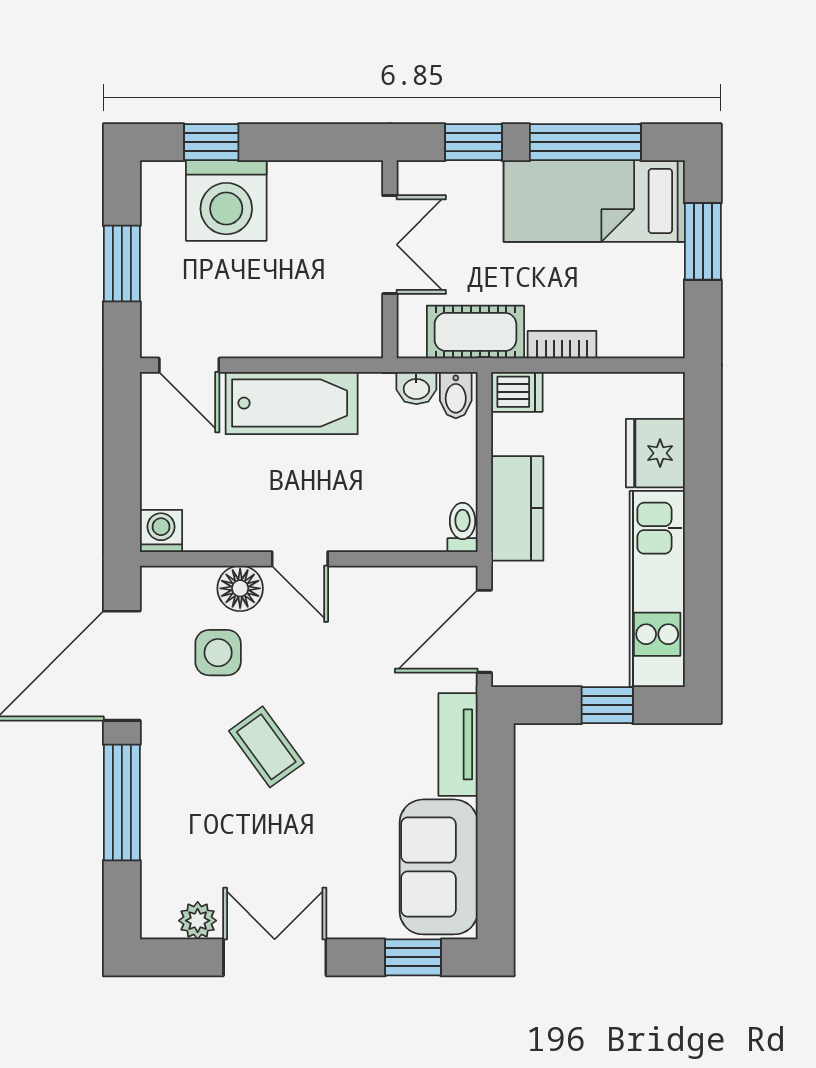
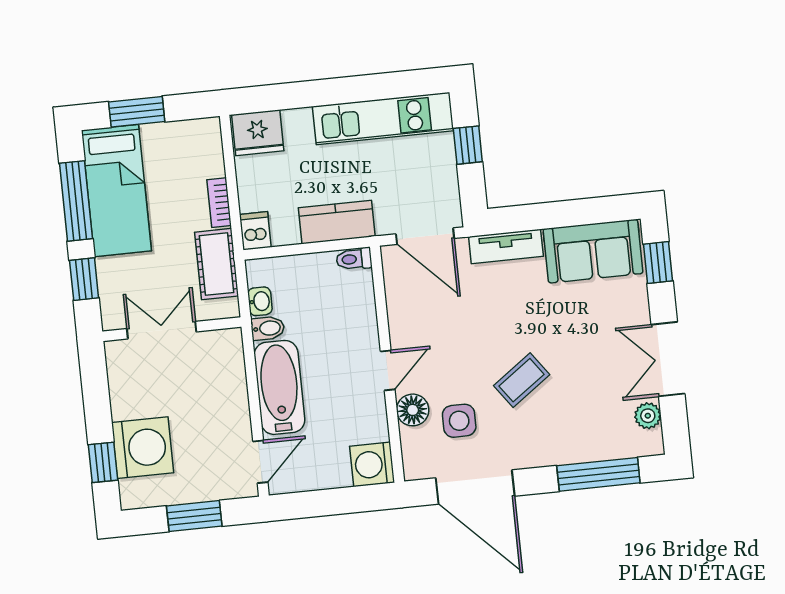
bidet: (456, 395) -> (268, 328), moved
fridge: (655, 453) -> (258, 133), moved
washing machine: (161, 531) -> (372, 464), width x1.38, depth x1.38
window: (122, 802) -> (598, 474), moved

